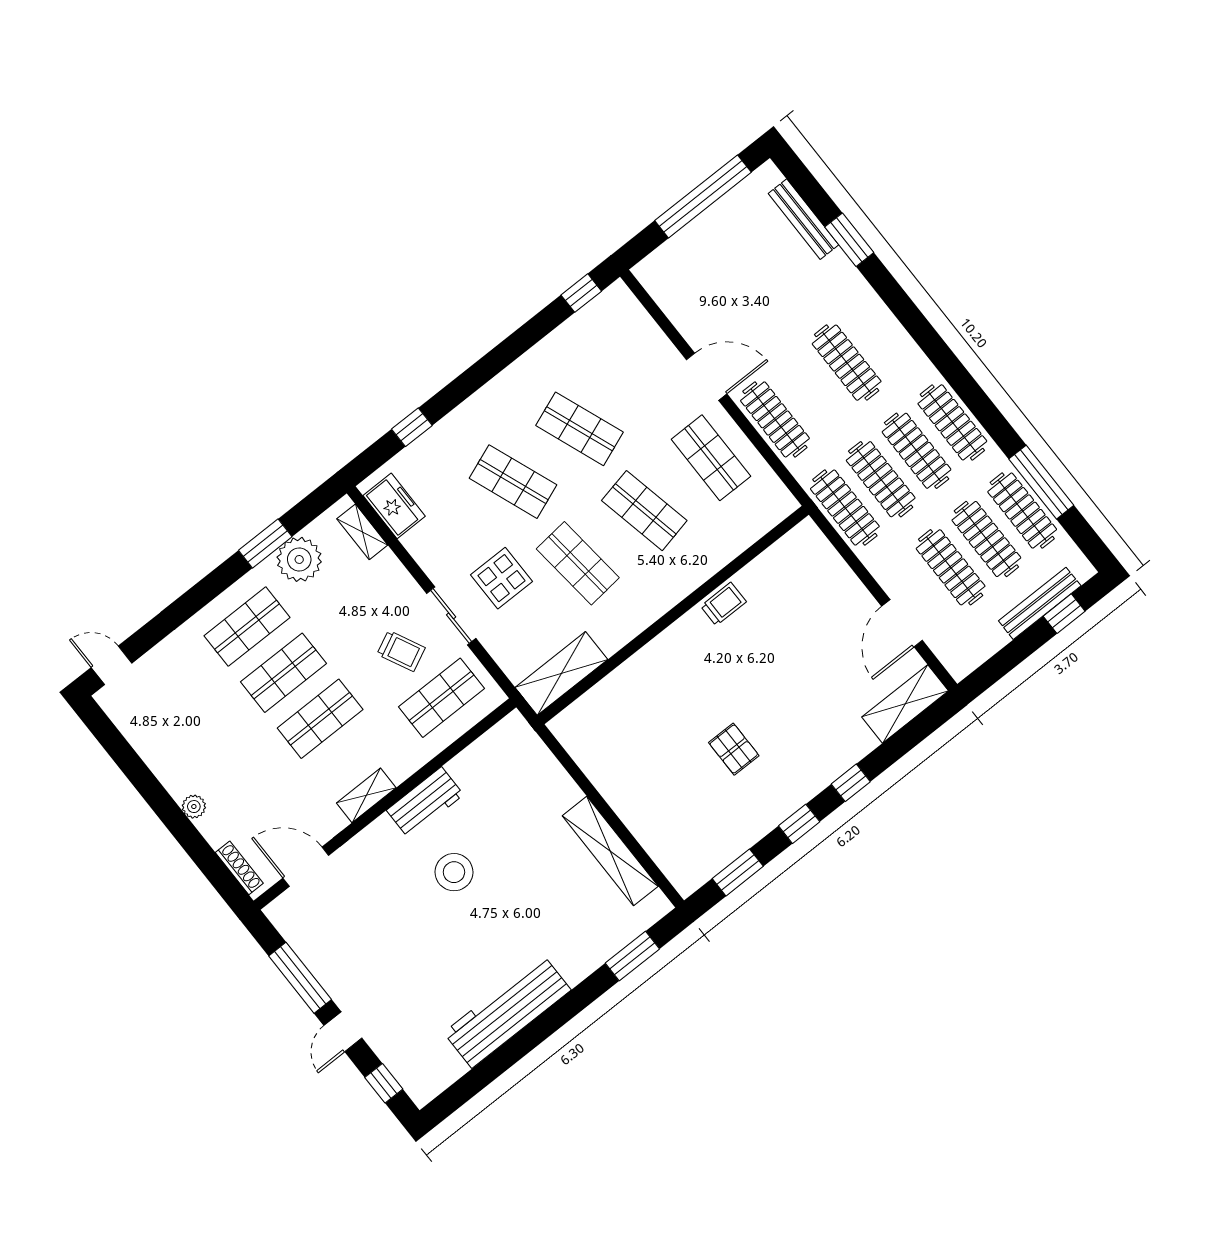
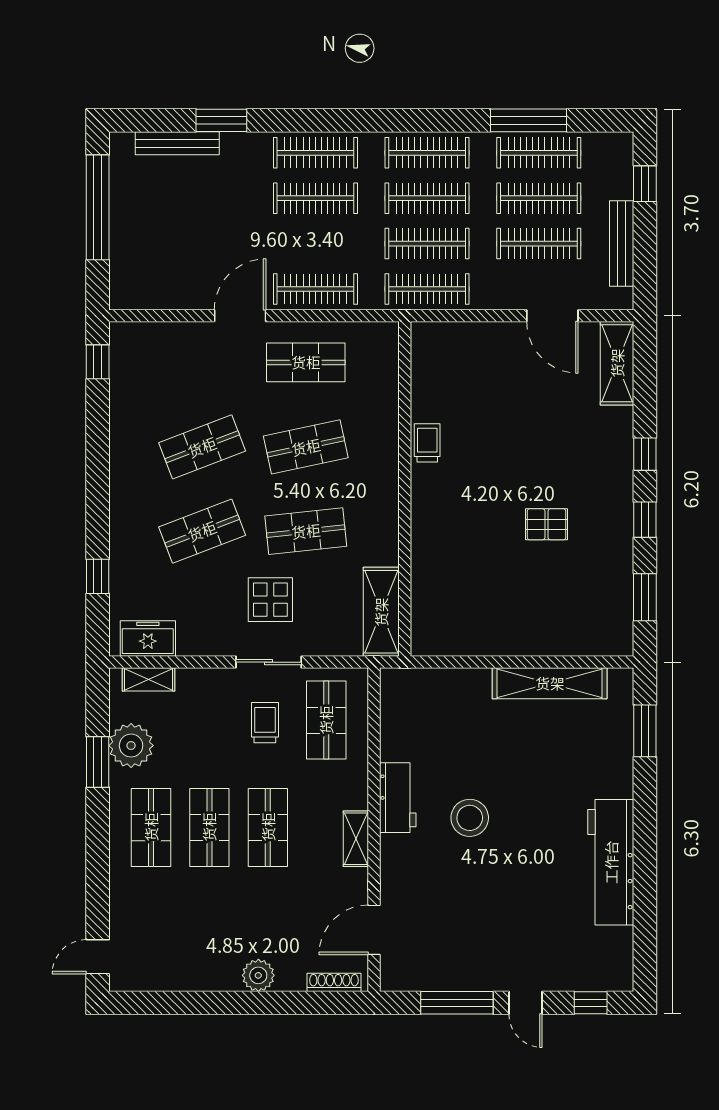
clothes rail: (882, 334) -> (315, 153), added
bench: (1040, 603) -> (622, 243), moved
trolley: (401, 651) -> (265, 723), turned -64
plant: (194, 807) -> (258, 975), width x1.38, depth x1.38

